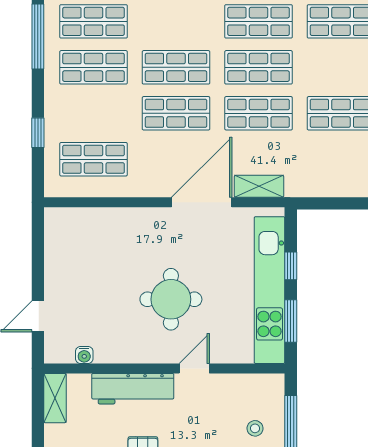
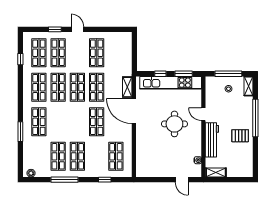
shop shelf: (176, 67) -> (77, 122), removed

